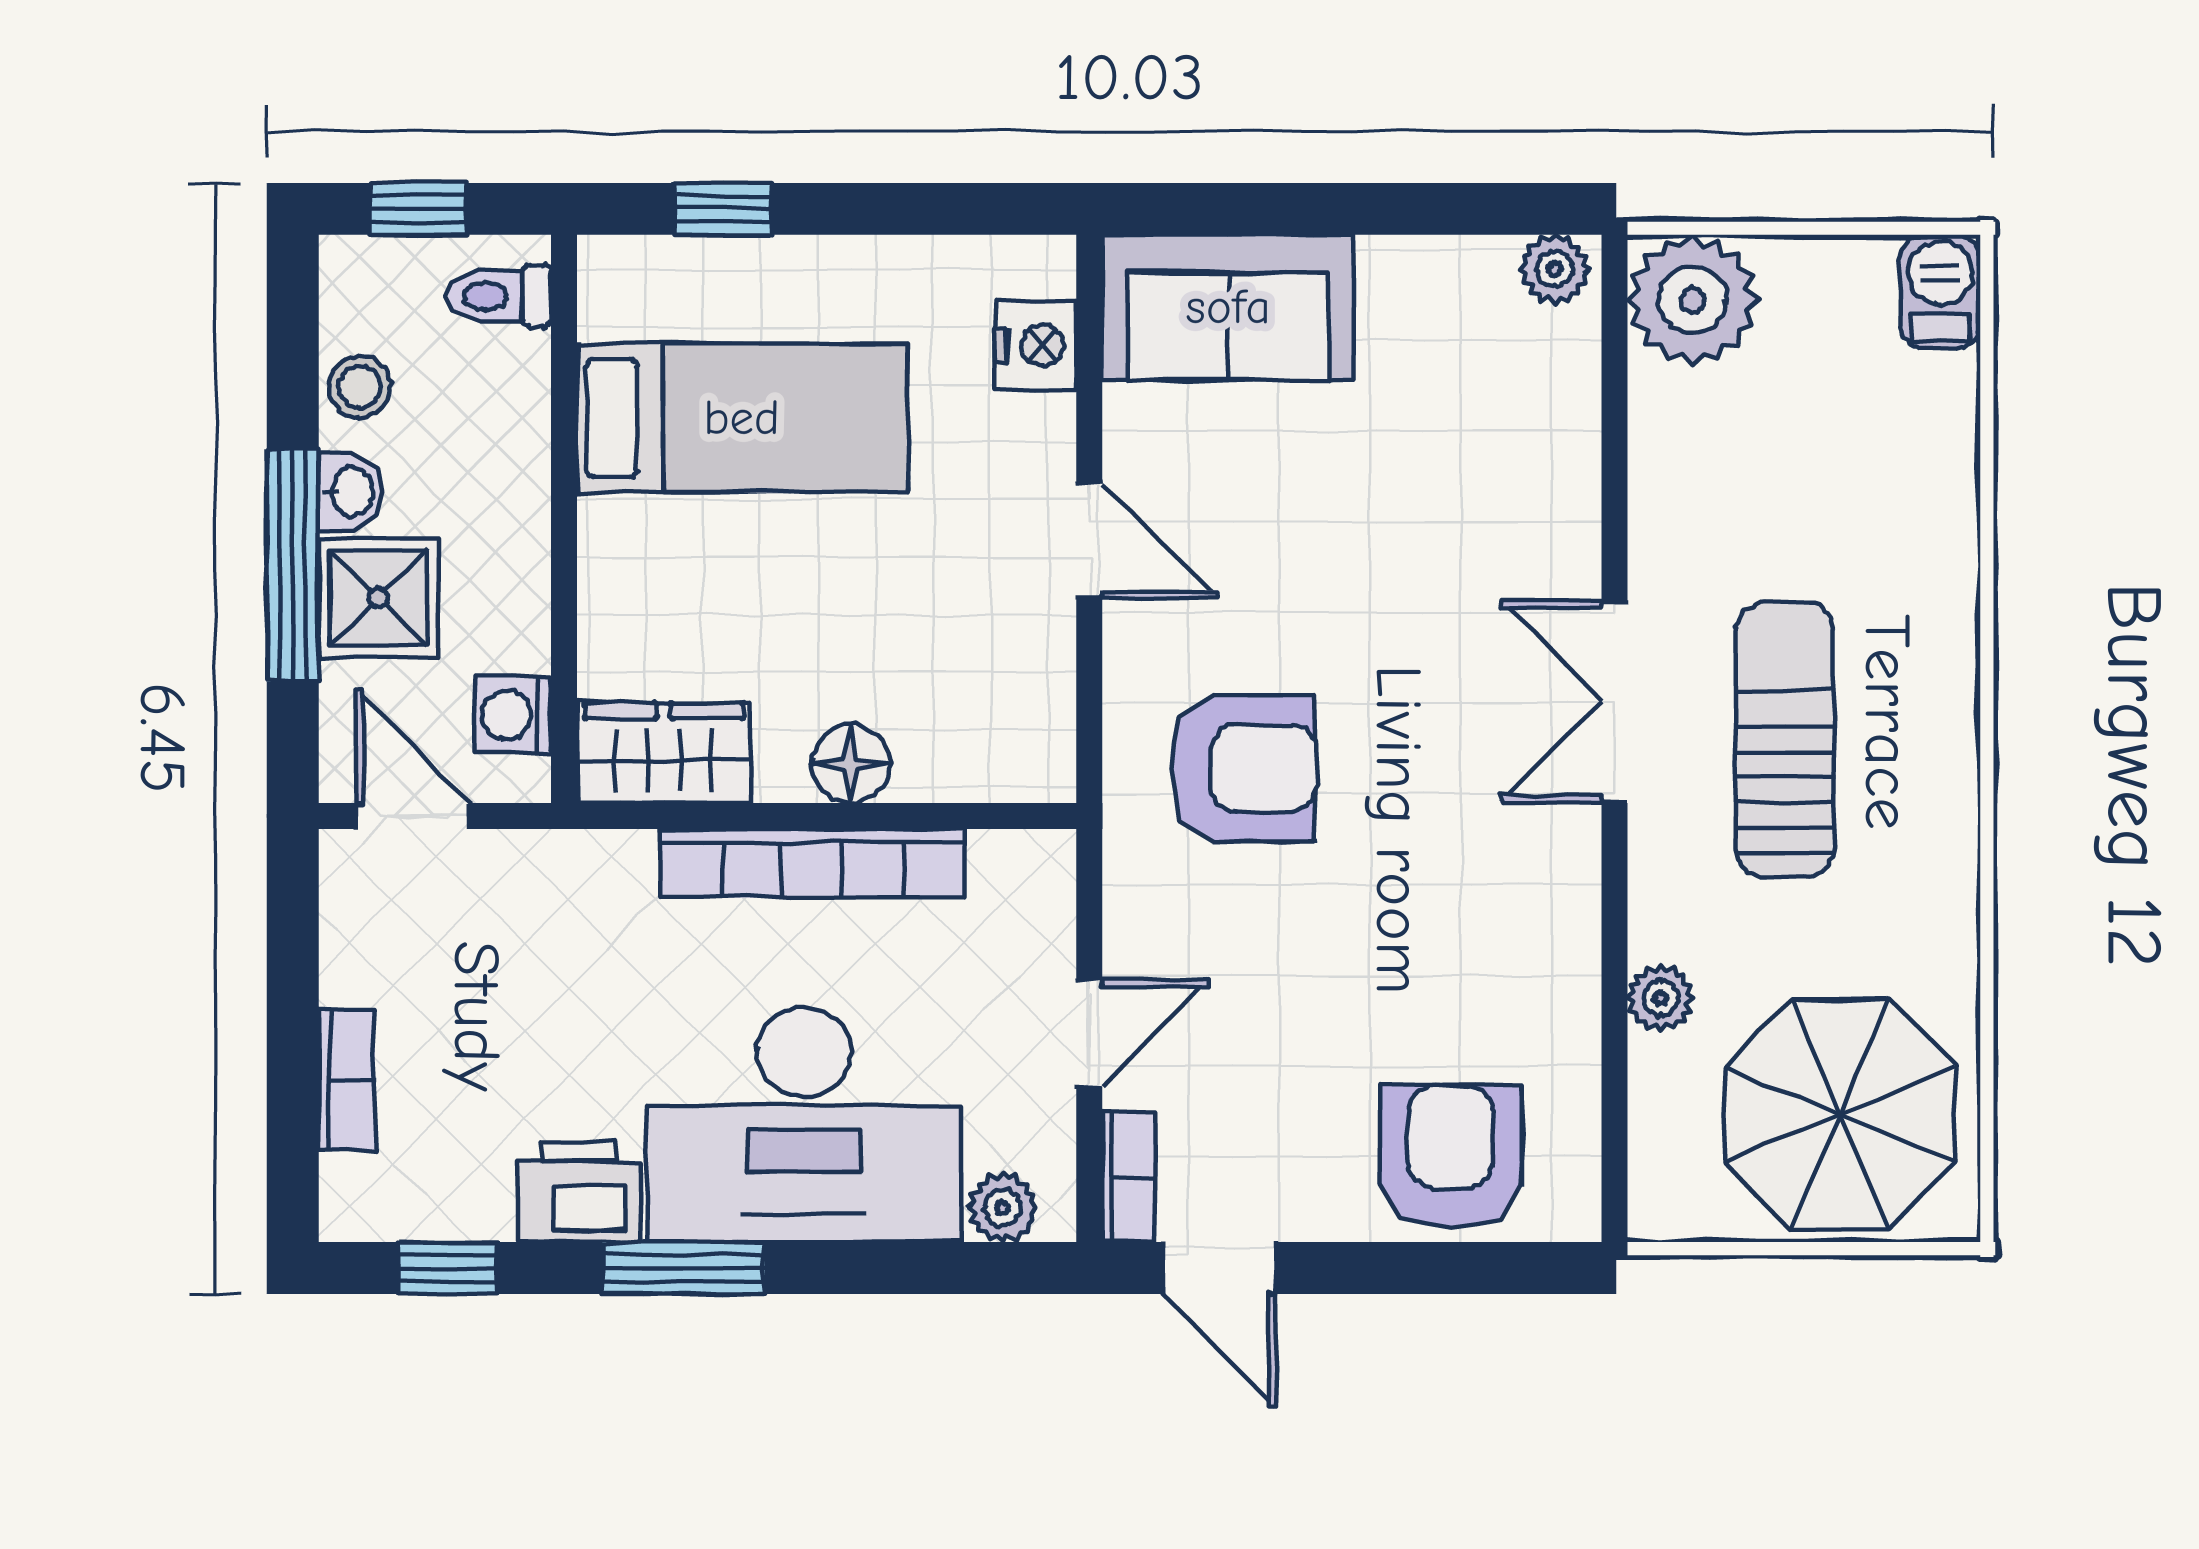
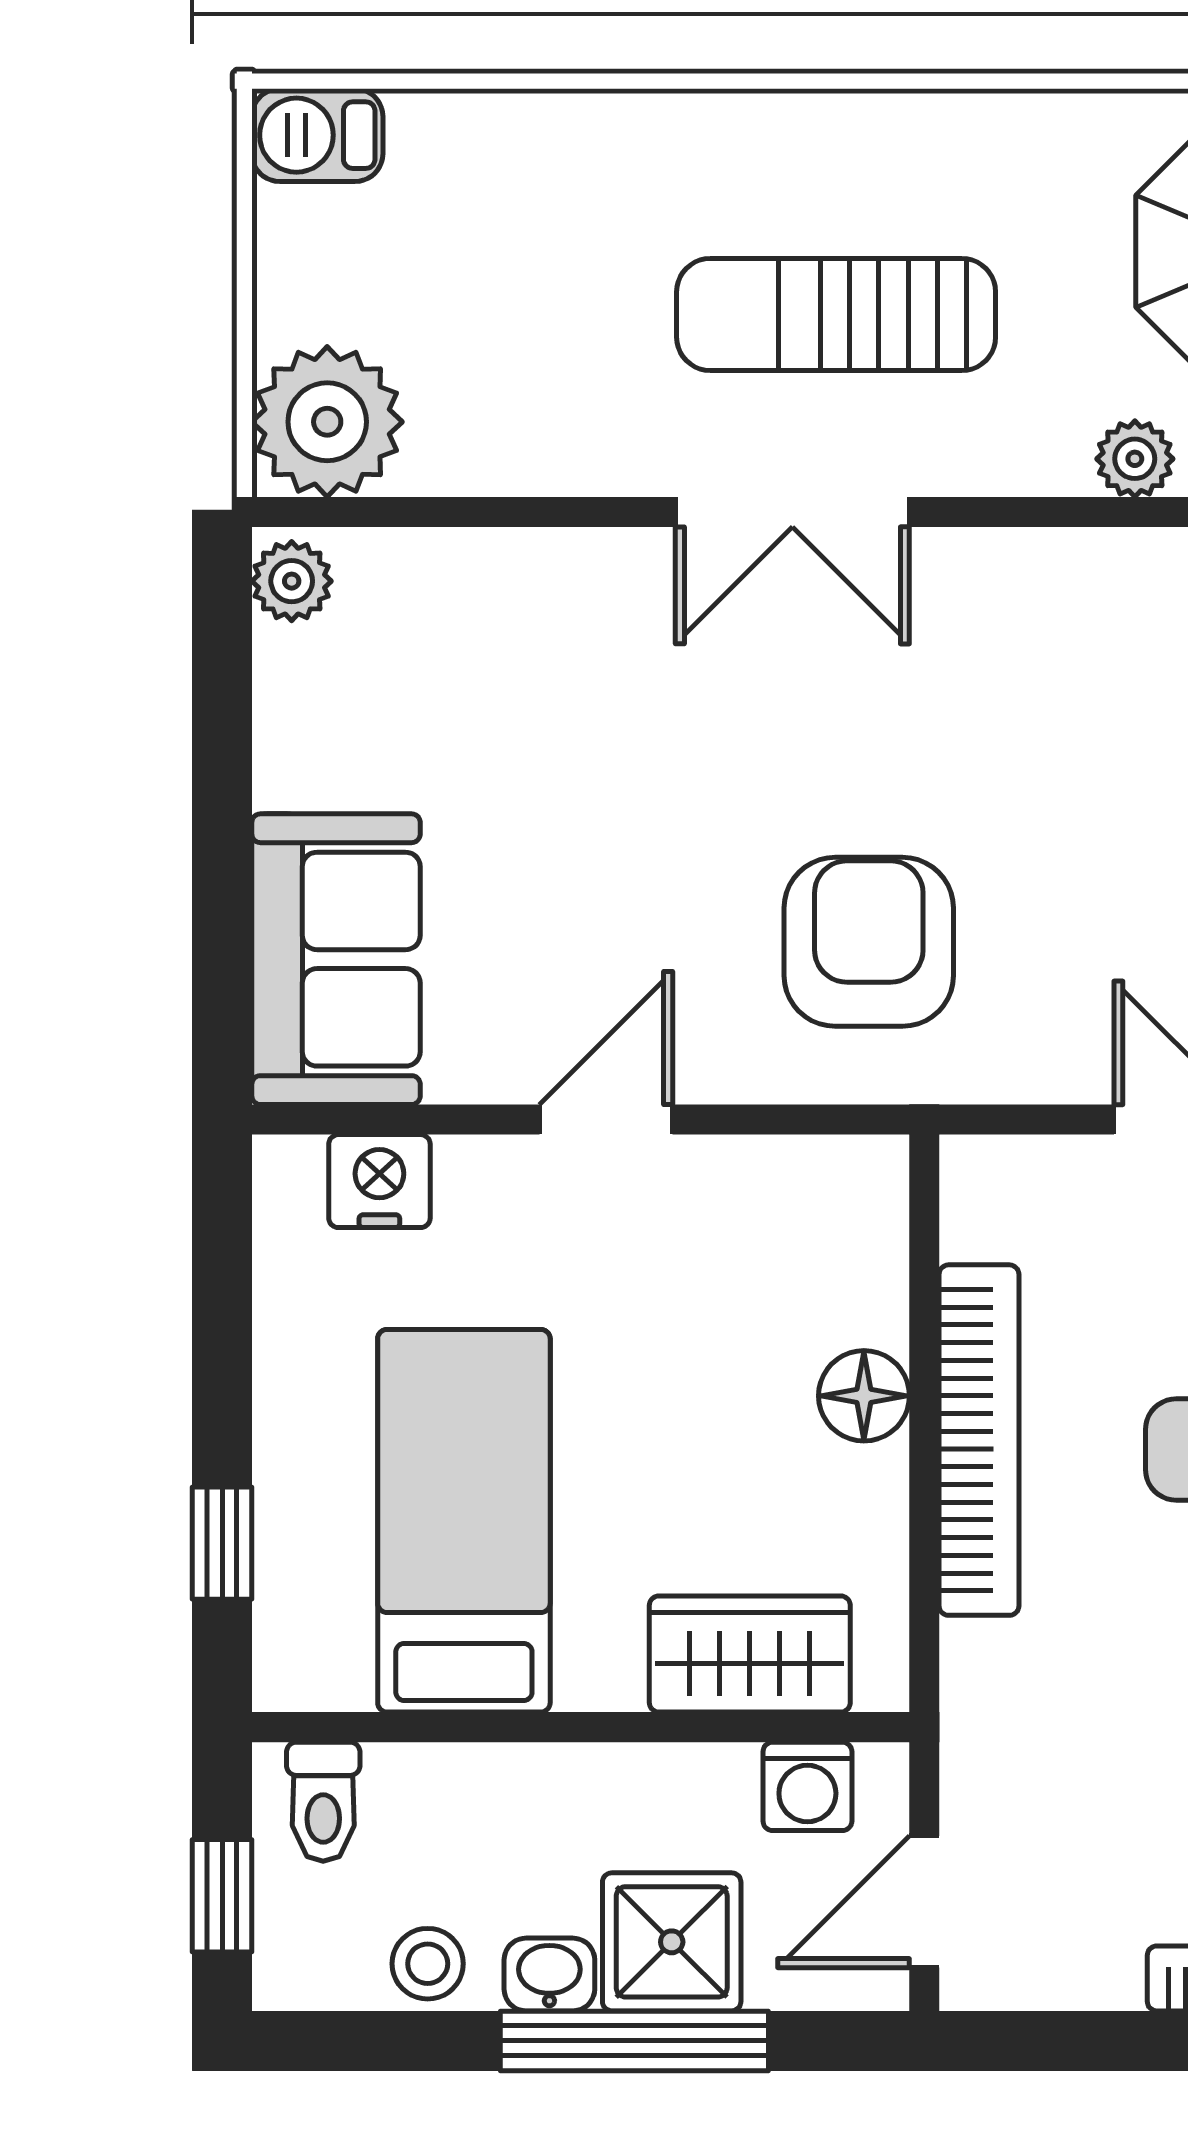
wardrobe: (664, 753) -> (750, 1654), moved, turned 90

